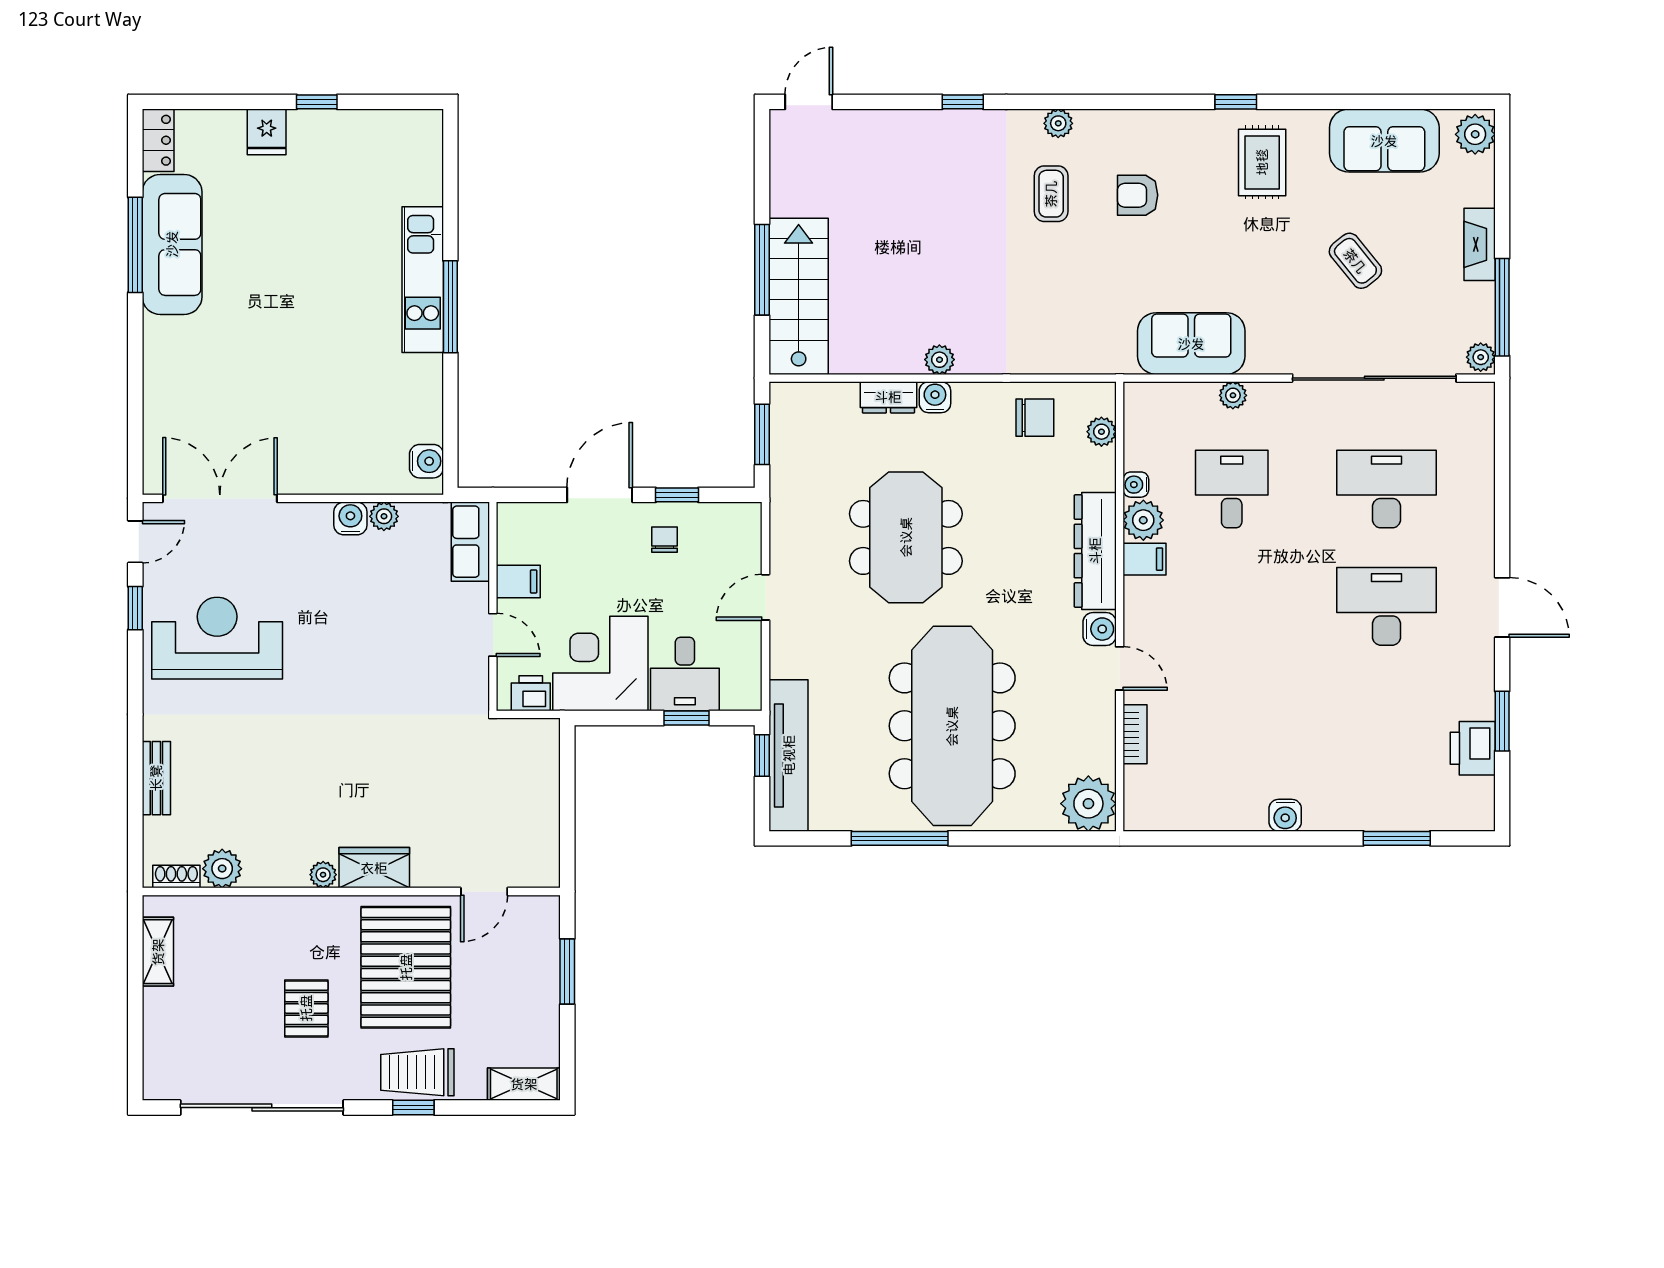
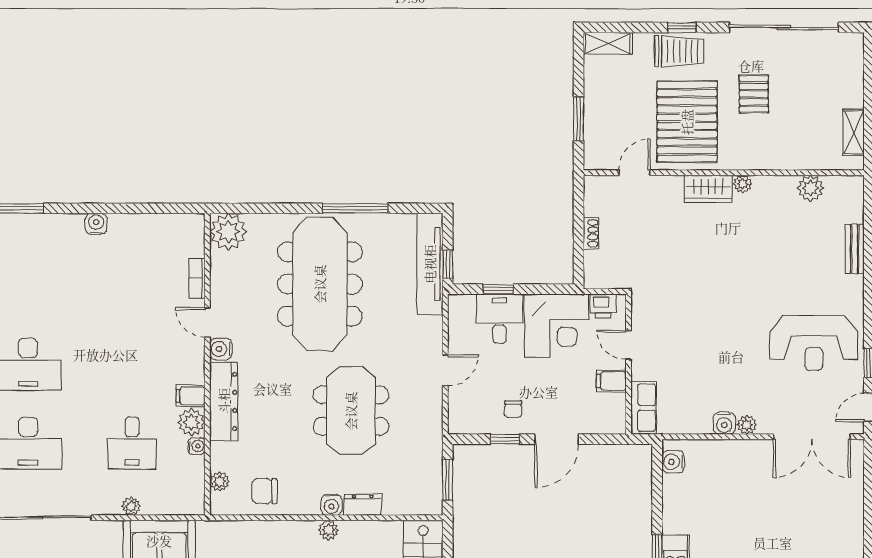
plant: (384, 516) -> (747, 425), moved
shoe rack: (176, 877) -> (591, 233), moved, turned -90

